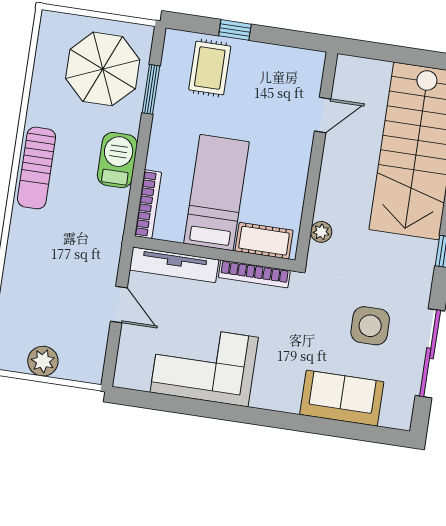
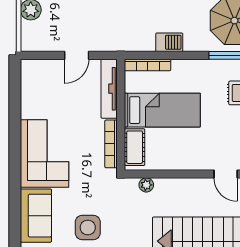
barbecue: (117, 160) -> (169, 42), width x0.73, depth x0.79
corner sofa: (204, 365) -> (45, 154), moved

